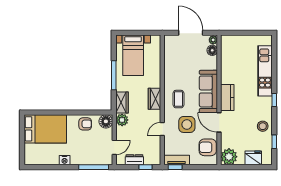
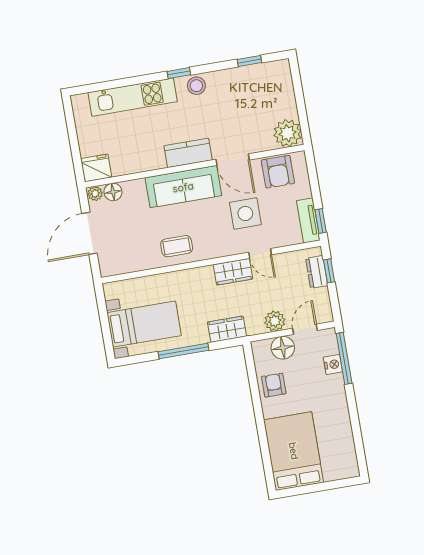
wardrobe: (154, 99) -> (233, 272), moved
coffee table: (178, 99) -> (177, 246), moved
plant: (122, 120) -> (275, 321), moved
floor lamp: (106, 121) -> (283, 348), moved
door: (219, 122) -> (233, 160), hinge flipped
stool: (263, 126) -> (196, 86), moved
door: (114, 147) -> (305, 329), hinge flipped
fridge: (253, 158) -> (96, 168), moved, turned 90
nightstand: (65, 160) -> (333, 364), moved
dresser: (134, 160) -> (317, 272), moved

